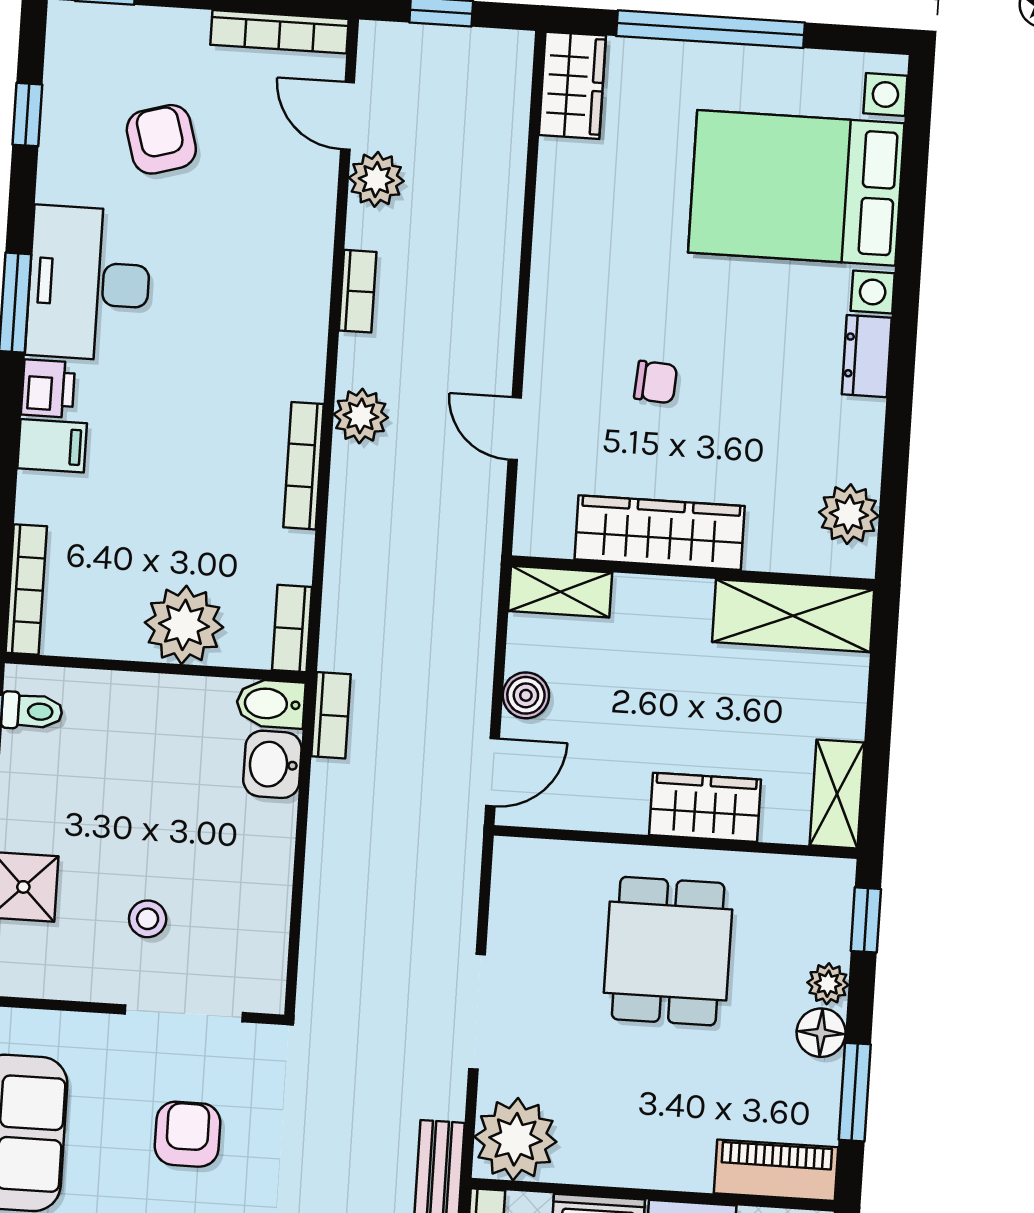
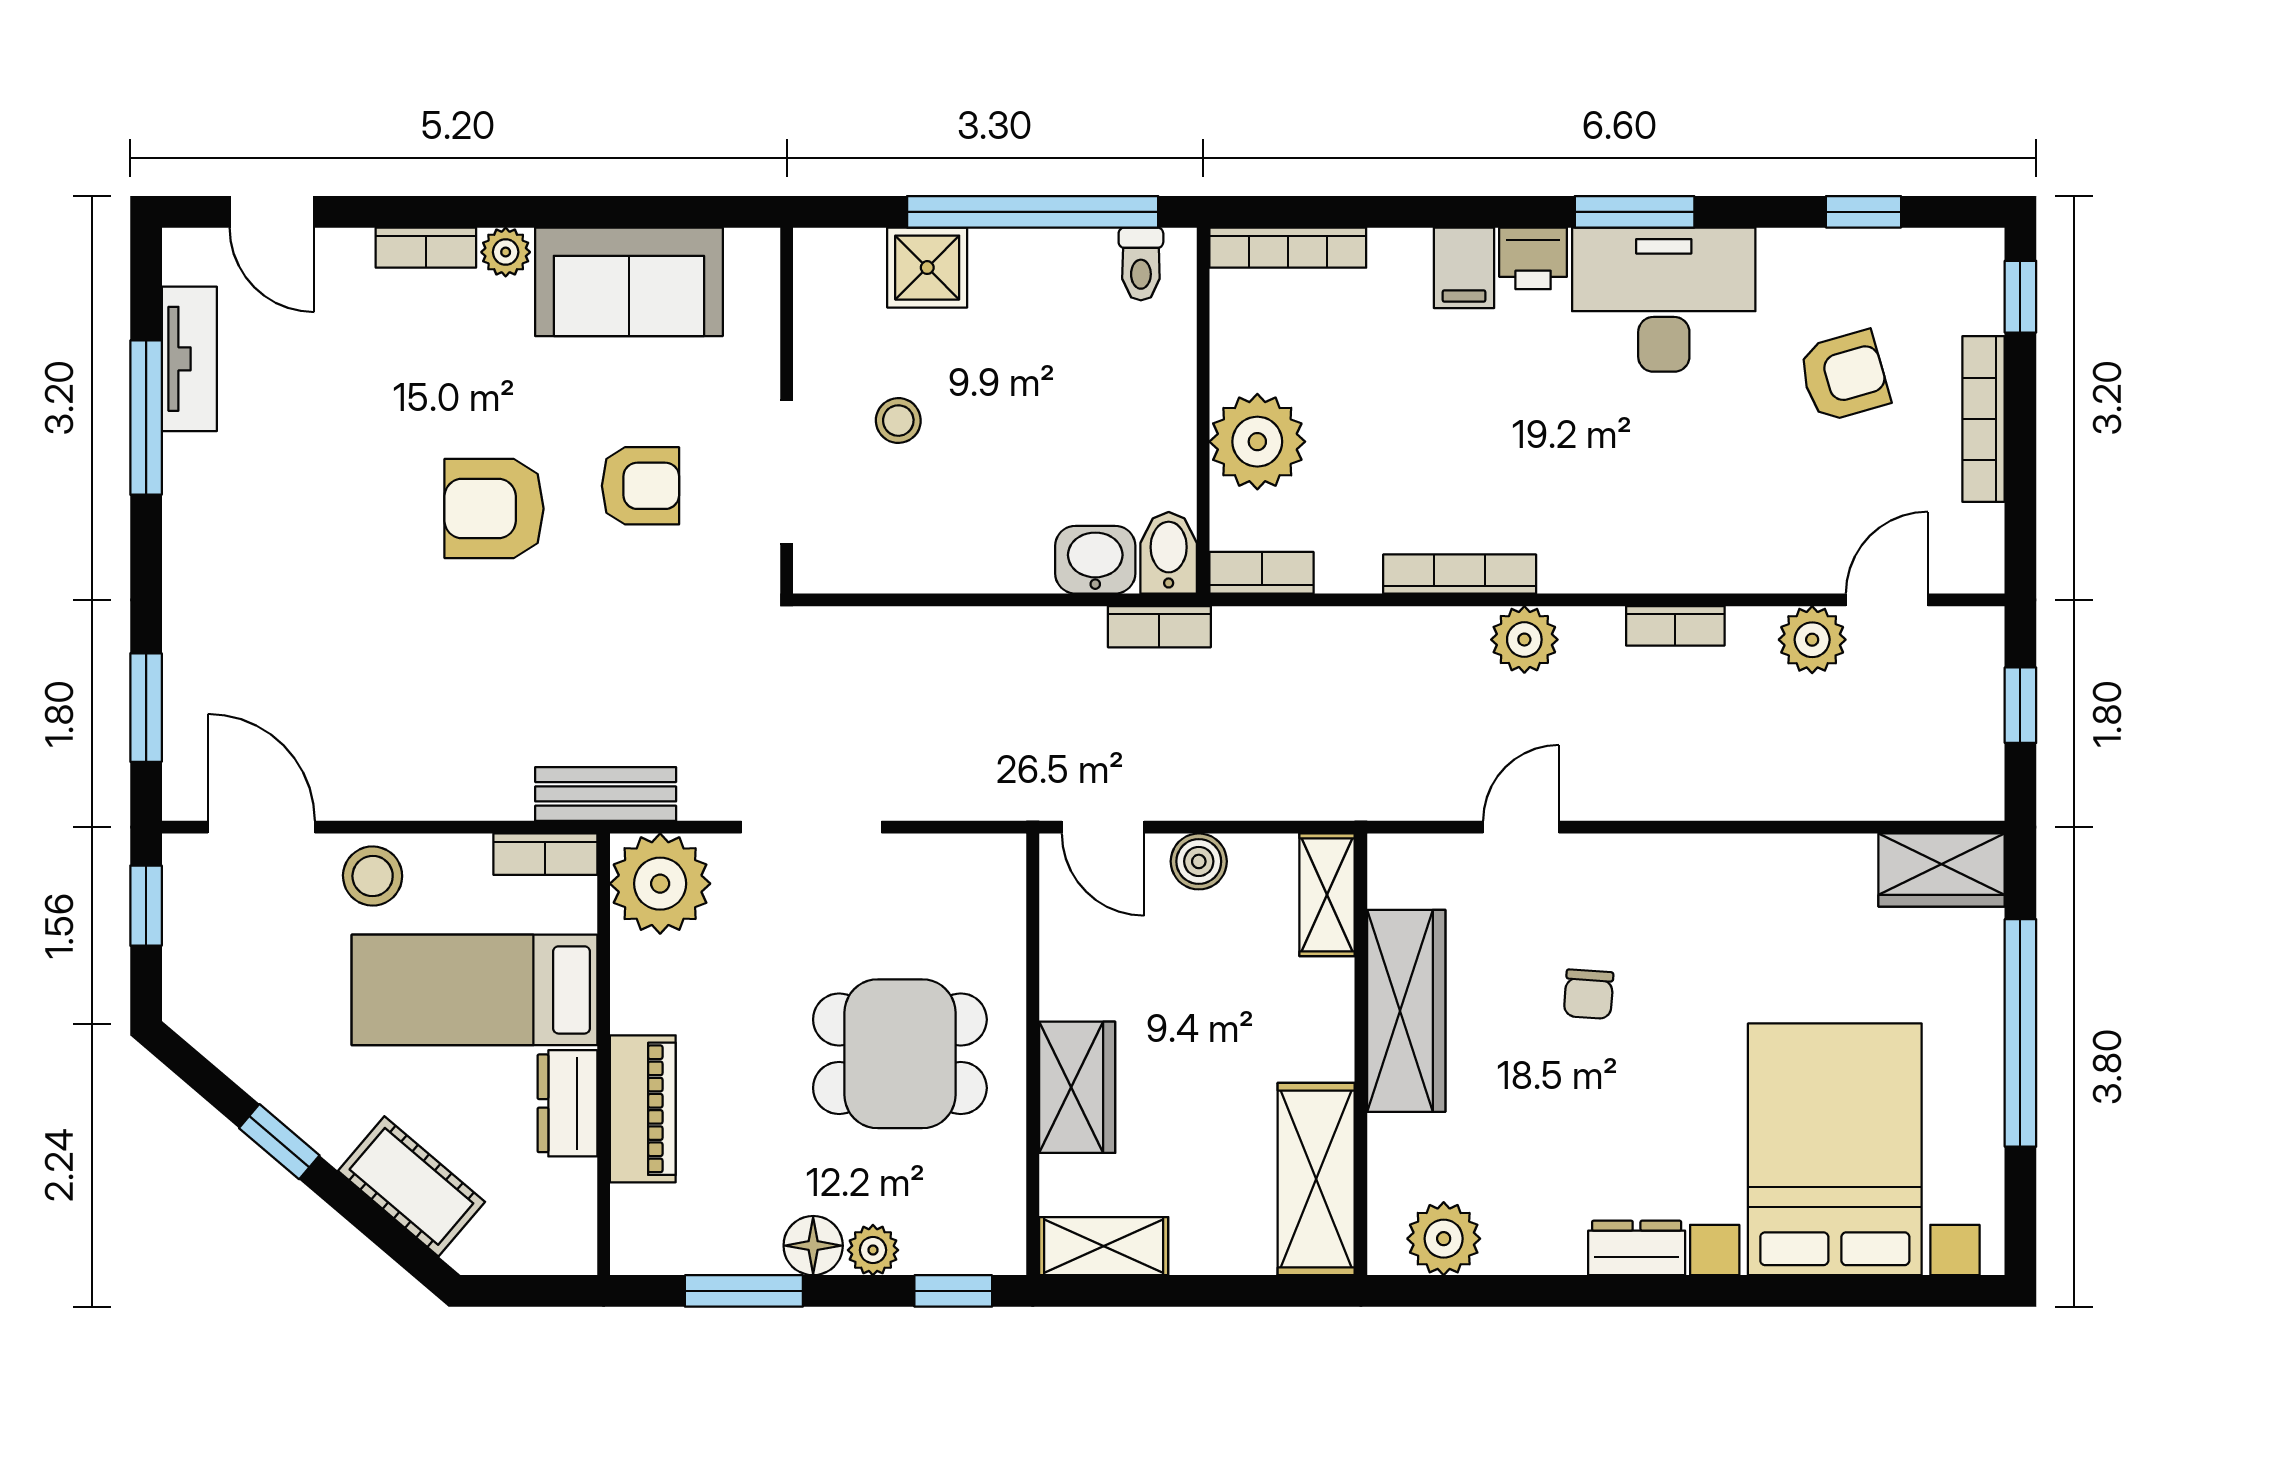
bookcase: (279, 32) -> (1983, 419), moved
piano: (776, 1170) -> (643, 1109), moved

